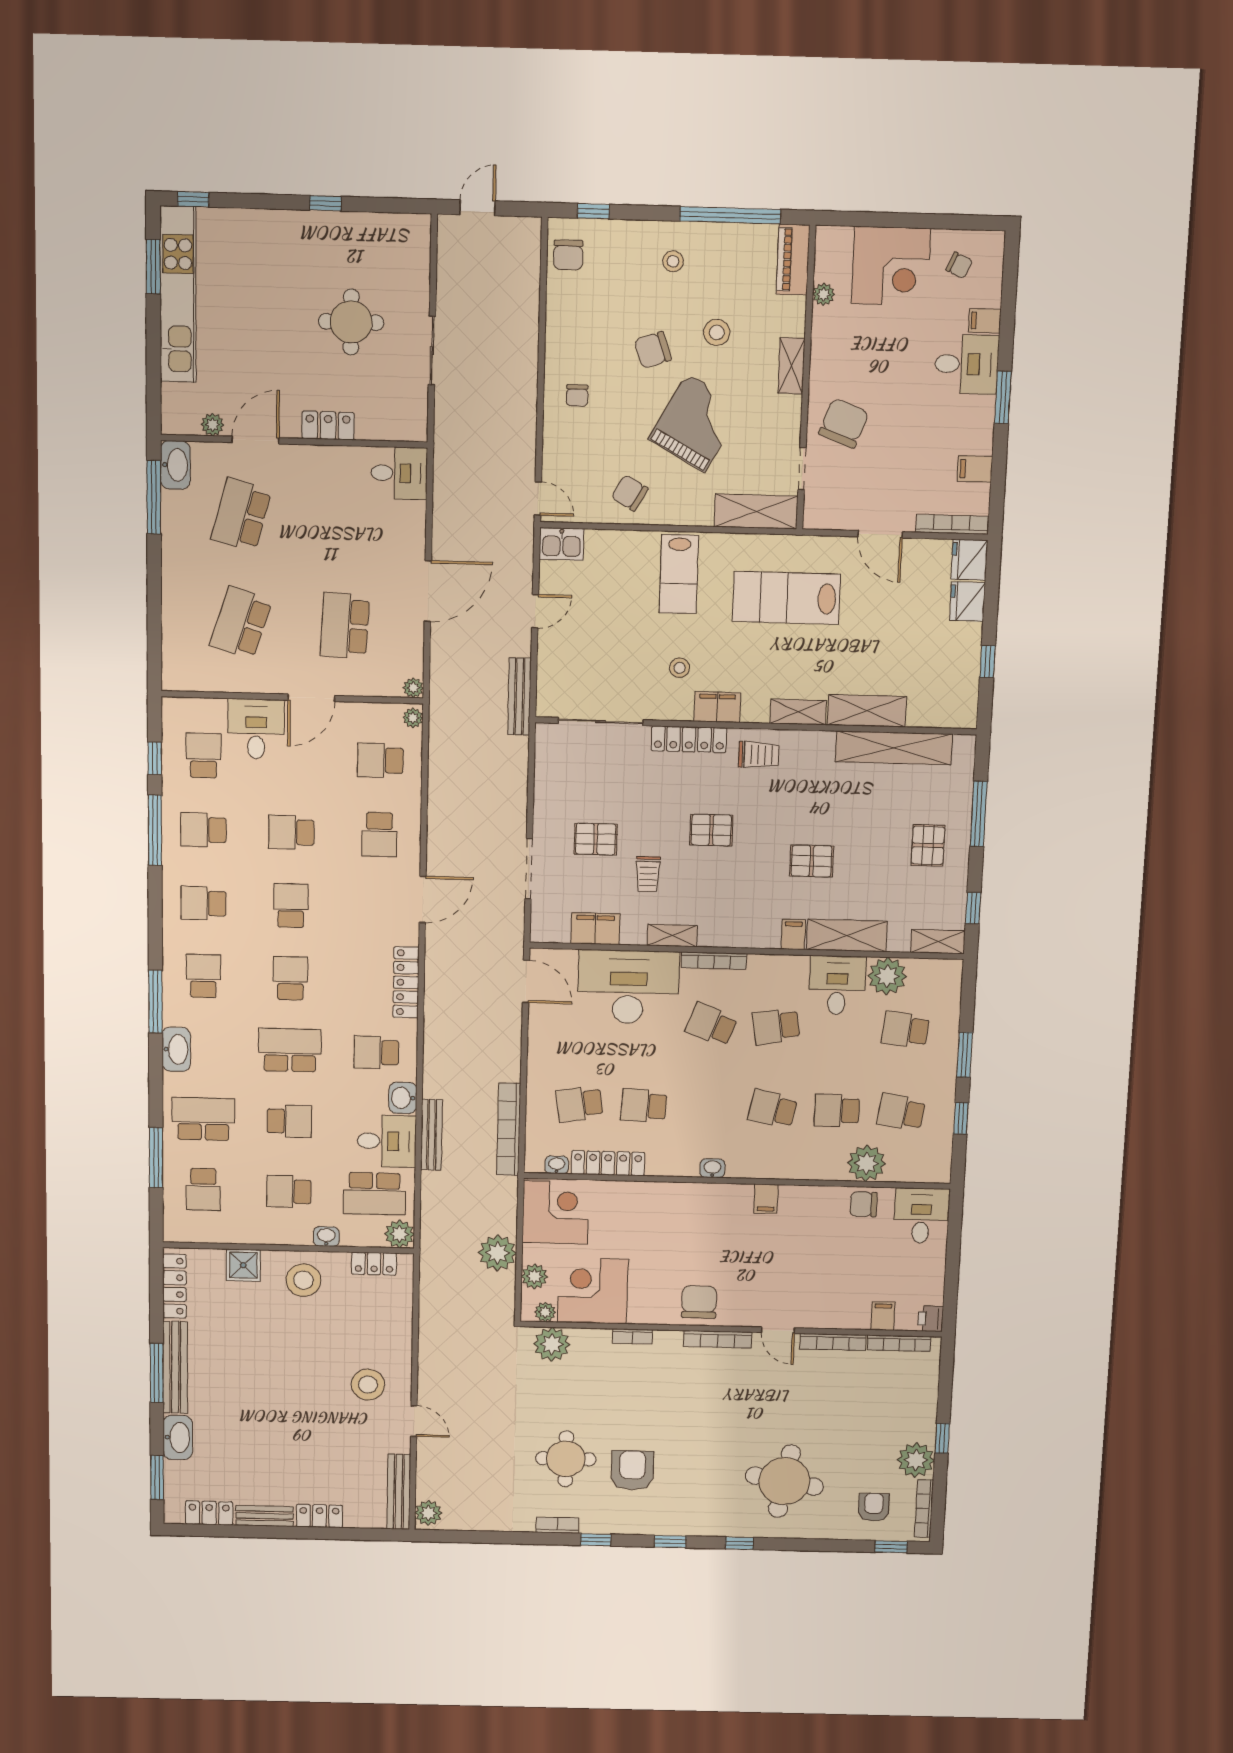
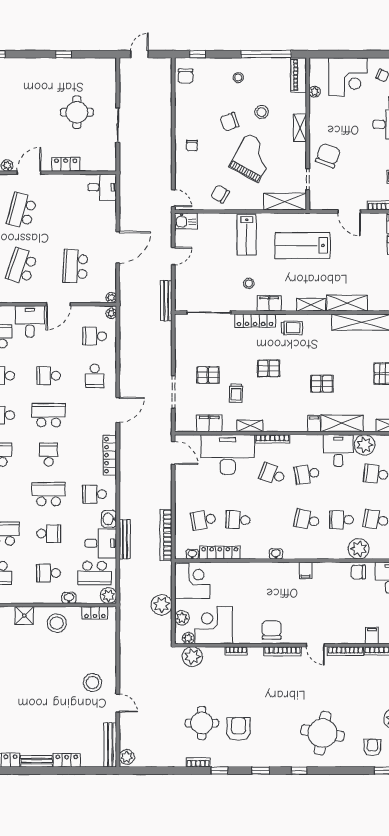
school desk: (291, 906) -> (49, 415), width x1.85

